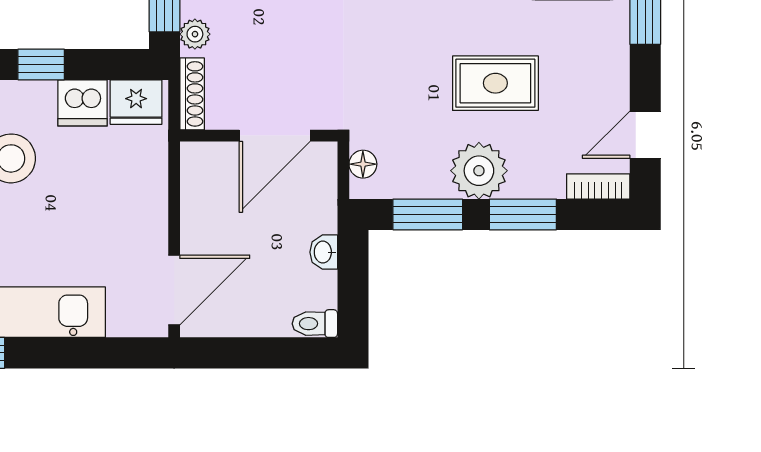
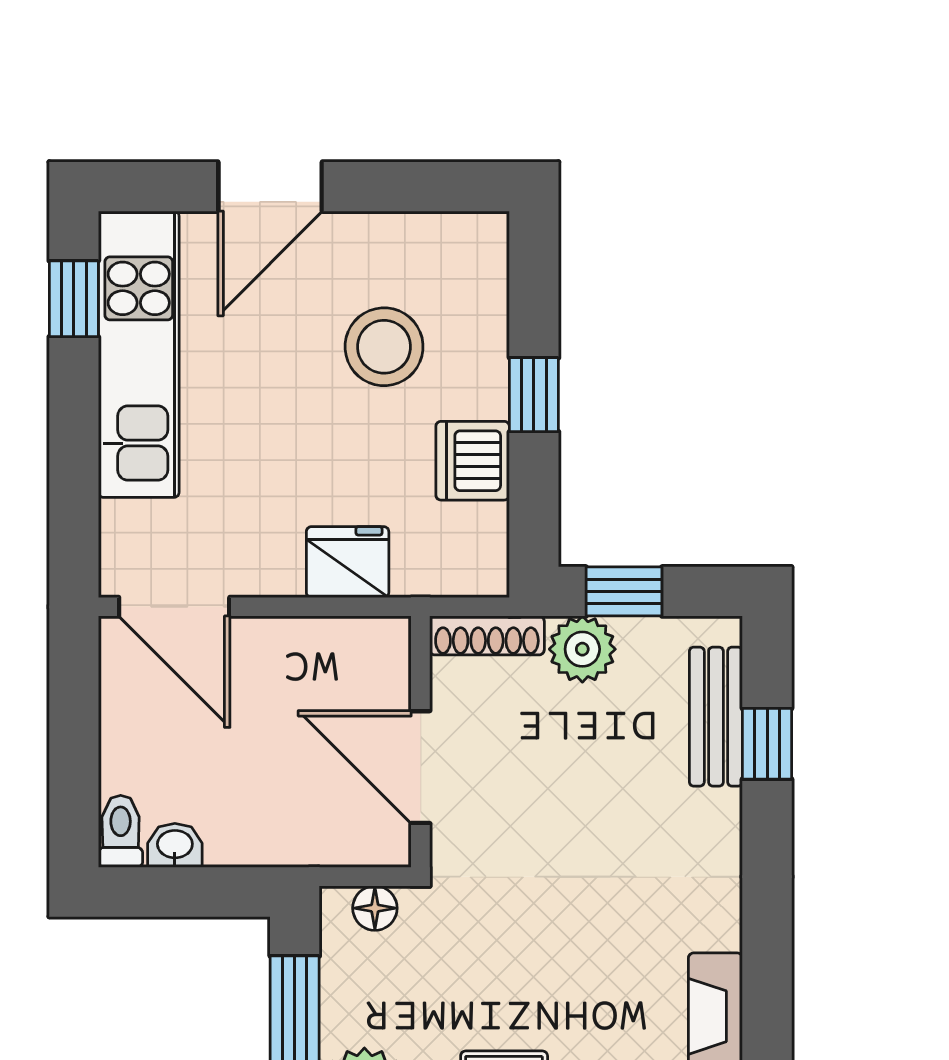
plant: (195, 34) -> (582, 649), width x1.38, depth x1.38
fridge: (136, 102) -> (348, 562), moved, turned 90
washbasin: (324, 252) -> (175, 845), moved

